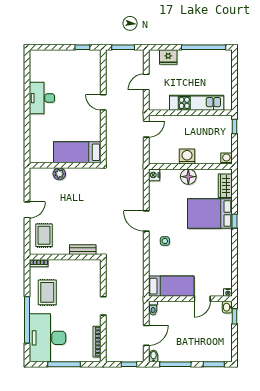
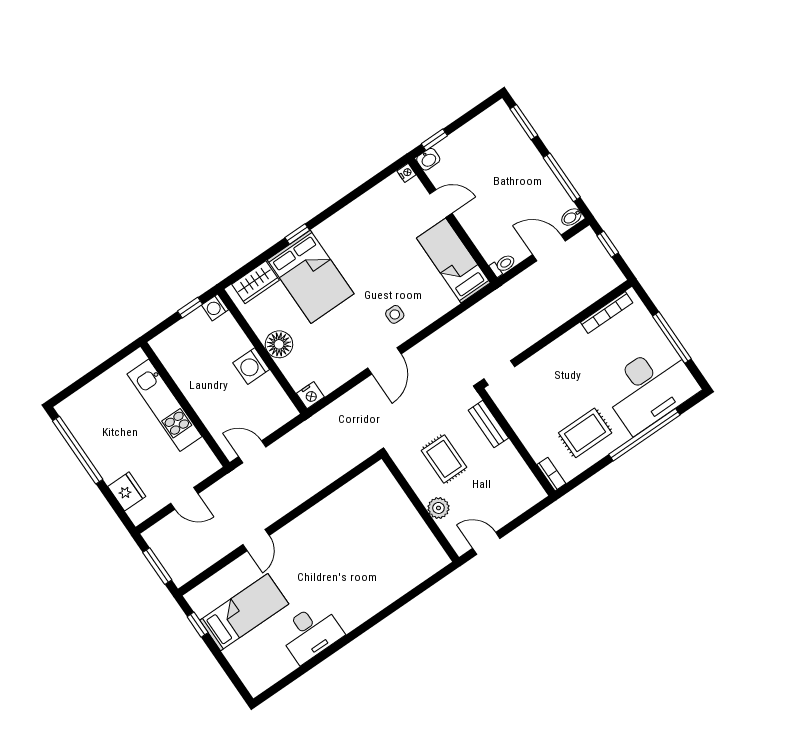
window: (234, 127) -> (190, 308), moved
bed: (77, 152) -> (244, 612), moved, turned -90
wall: (65, 165) -> (420, 508), moved
plant: (59, 174) -> (438, 508), moved
rug: (44, 235) -> (444, 459), moved, turned 90
doorway: (103, 306) -> (499, 373), moved

